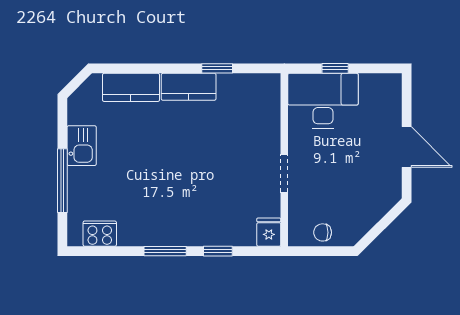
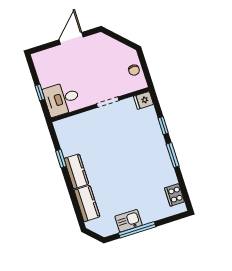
desk: (323, 101) -> (62, 99), width x0.73
window: (62, 181) -> (137, 230), moved

